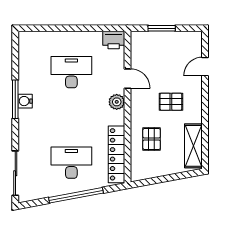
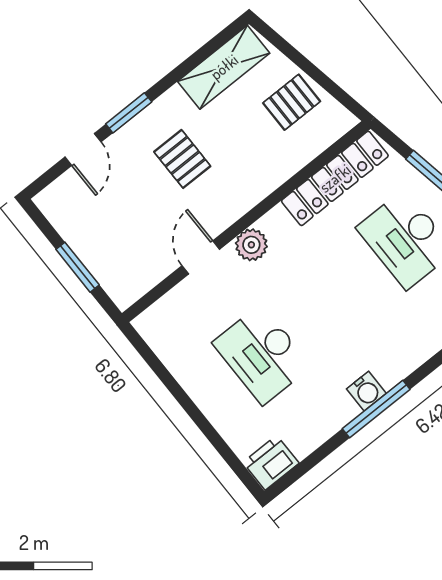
printer: (114, 40) -> (271, 463), moved, turned -90
door: (205, 67) -> (83, 149), hinge flipped
window: (205, 95) -> (129, 113), added
pallet: (152, 139) -> (292, 102), moved

